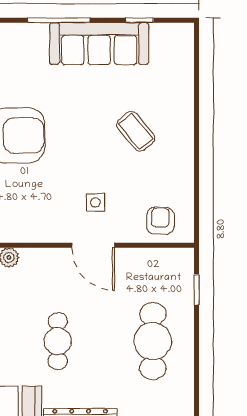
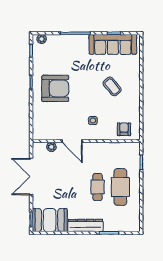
sofa: (99, 44) -> (113, 44), moved
door: (93, 245) -> (72, 141), moved
cafe table: (58, 341) -> (98, 187), moved

